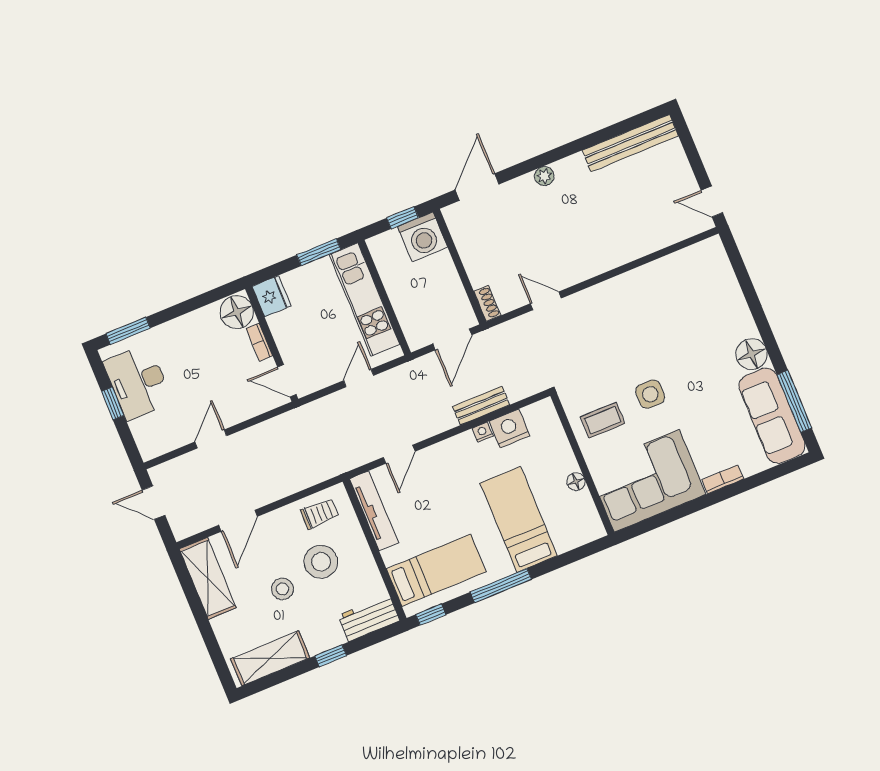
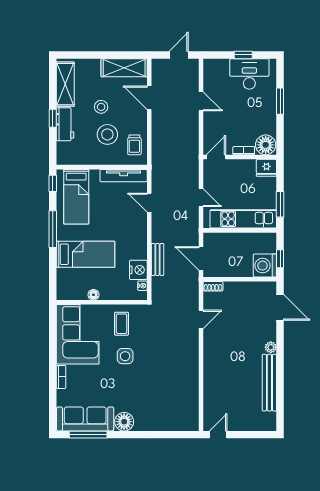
bench: (630, 143) -> (269, 383), moved
window: (128, 331) -> (280, 101), moved
nightstand: (482, 432) -> (142, 286), moved
workbench: (369, 618) -> (65, 124), moved

